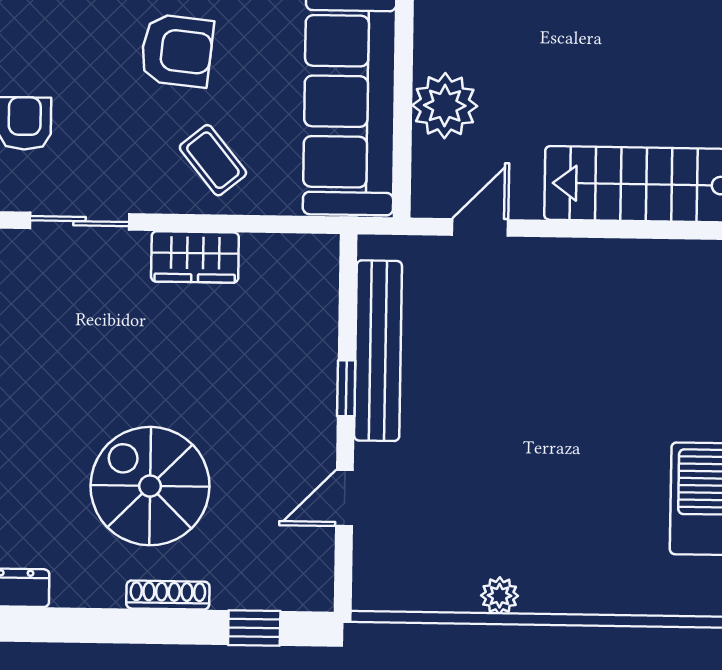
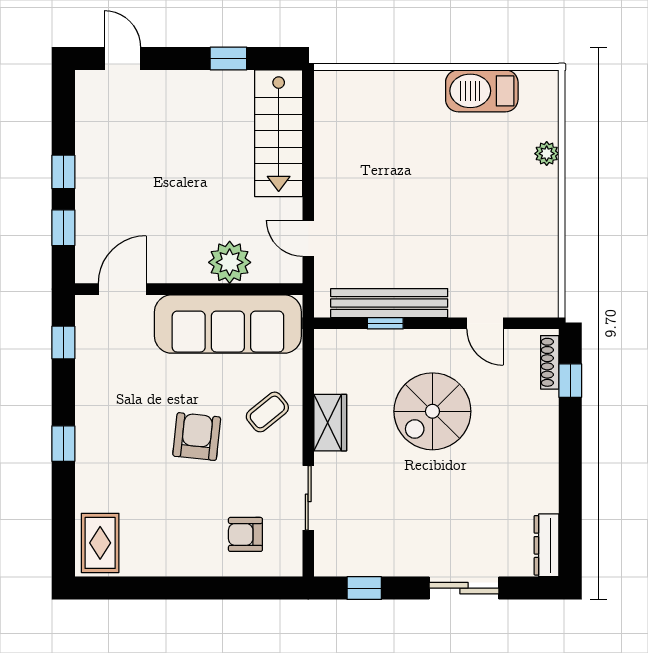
window: (346, 388) -> (385, 323), moved
spiral stairs: (150, 486) -> (432, 411), moved
shoe rack: (168, 595) -> (550, 362), moved
plant: (500, 596) -> (547, 154), moved

